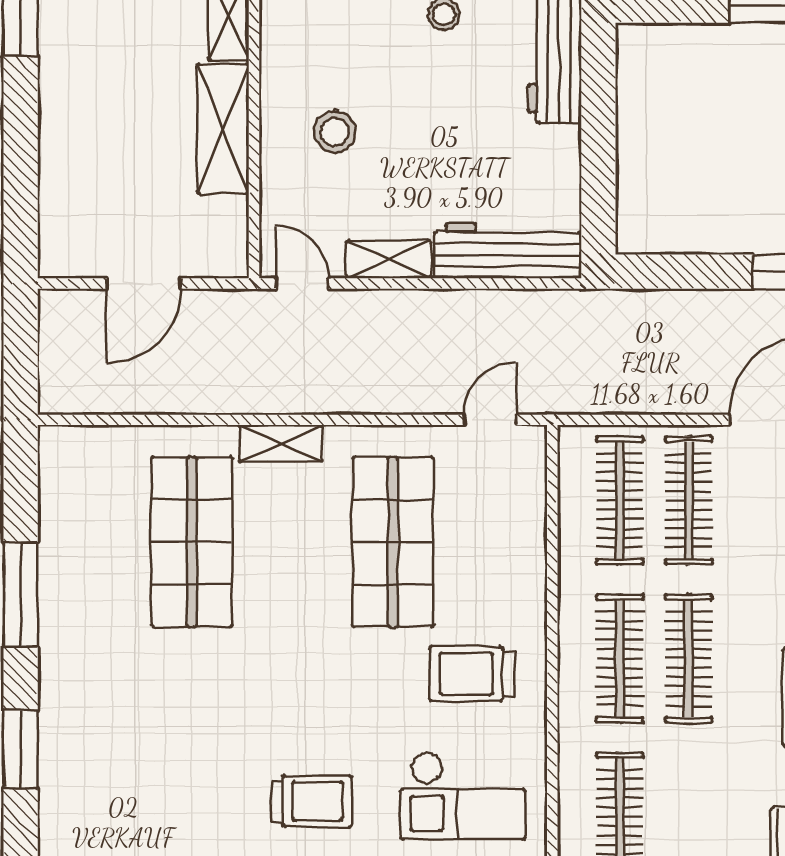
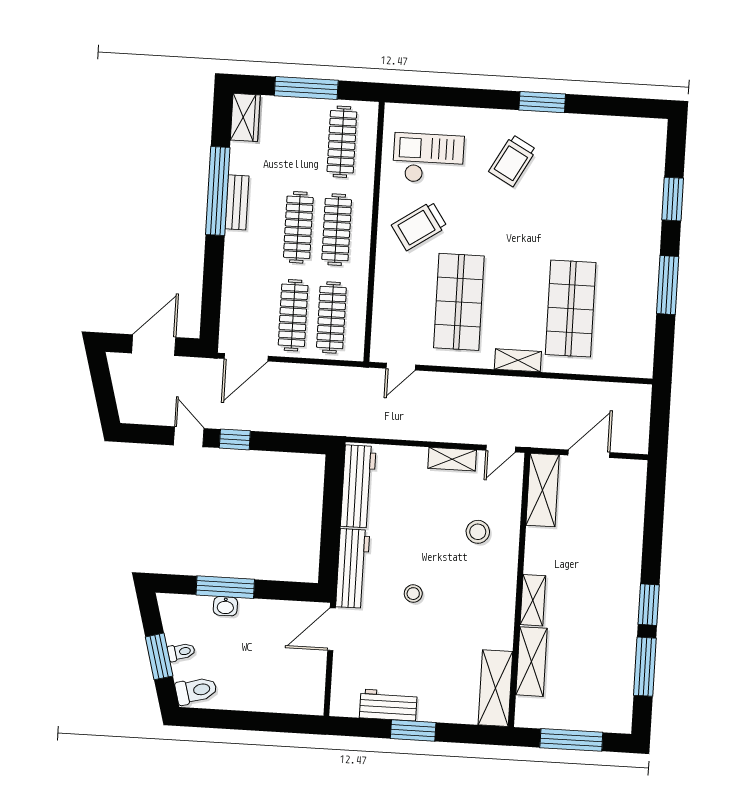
shelving: (223, 129) -> (542, 490), moved
workbench: (508, 251) -> (358, 486), moved, turned -90
door: (302, 284) -> (501, 449), hinge flipped
trolley: (472, 674) -> (419, 226), turned 146
trolley: (312, 801) -> (513, 161), turned -61

